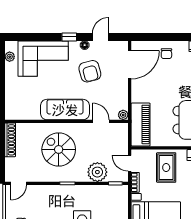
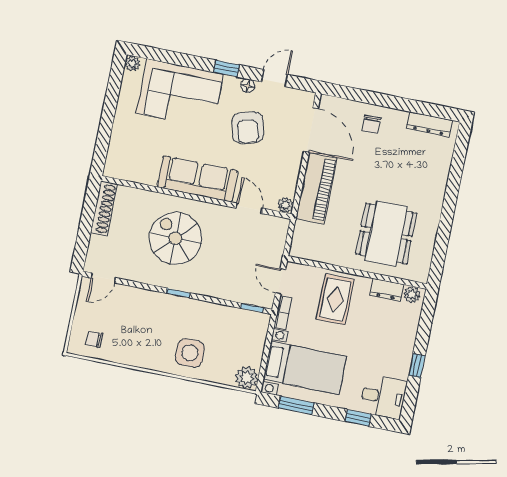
plant: (10, 57) -> (132, 63), moved
door: (130, 65) -> (311, 130), hinge flipped
piano: (141, 124) -> (317, 189), moved
plant: (97, 172) -> (228, 285), removed

